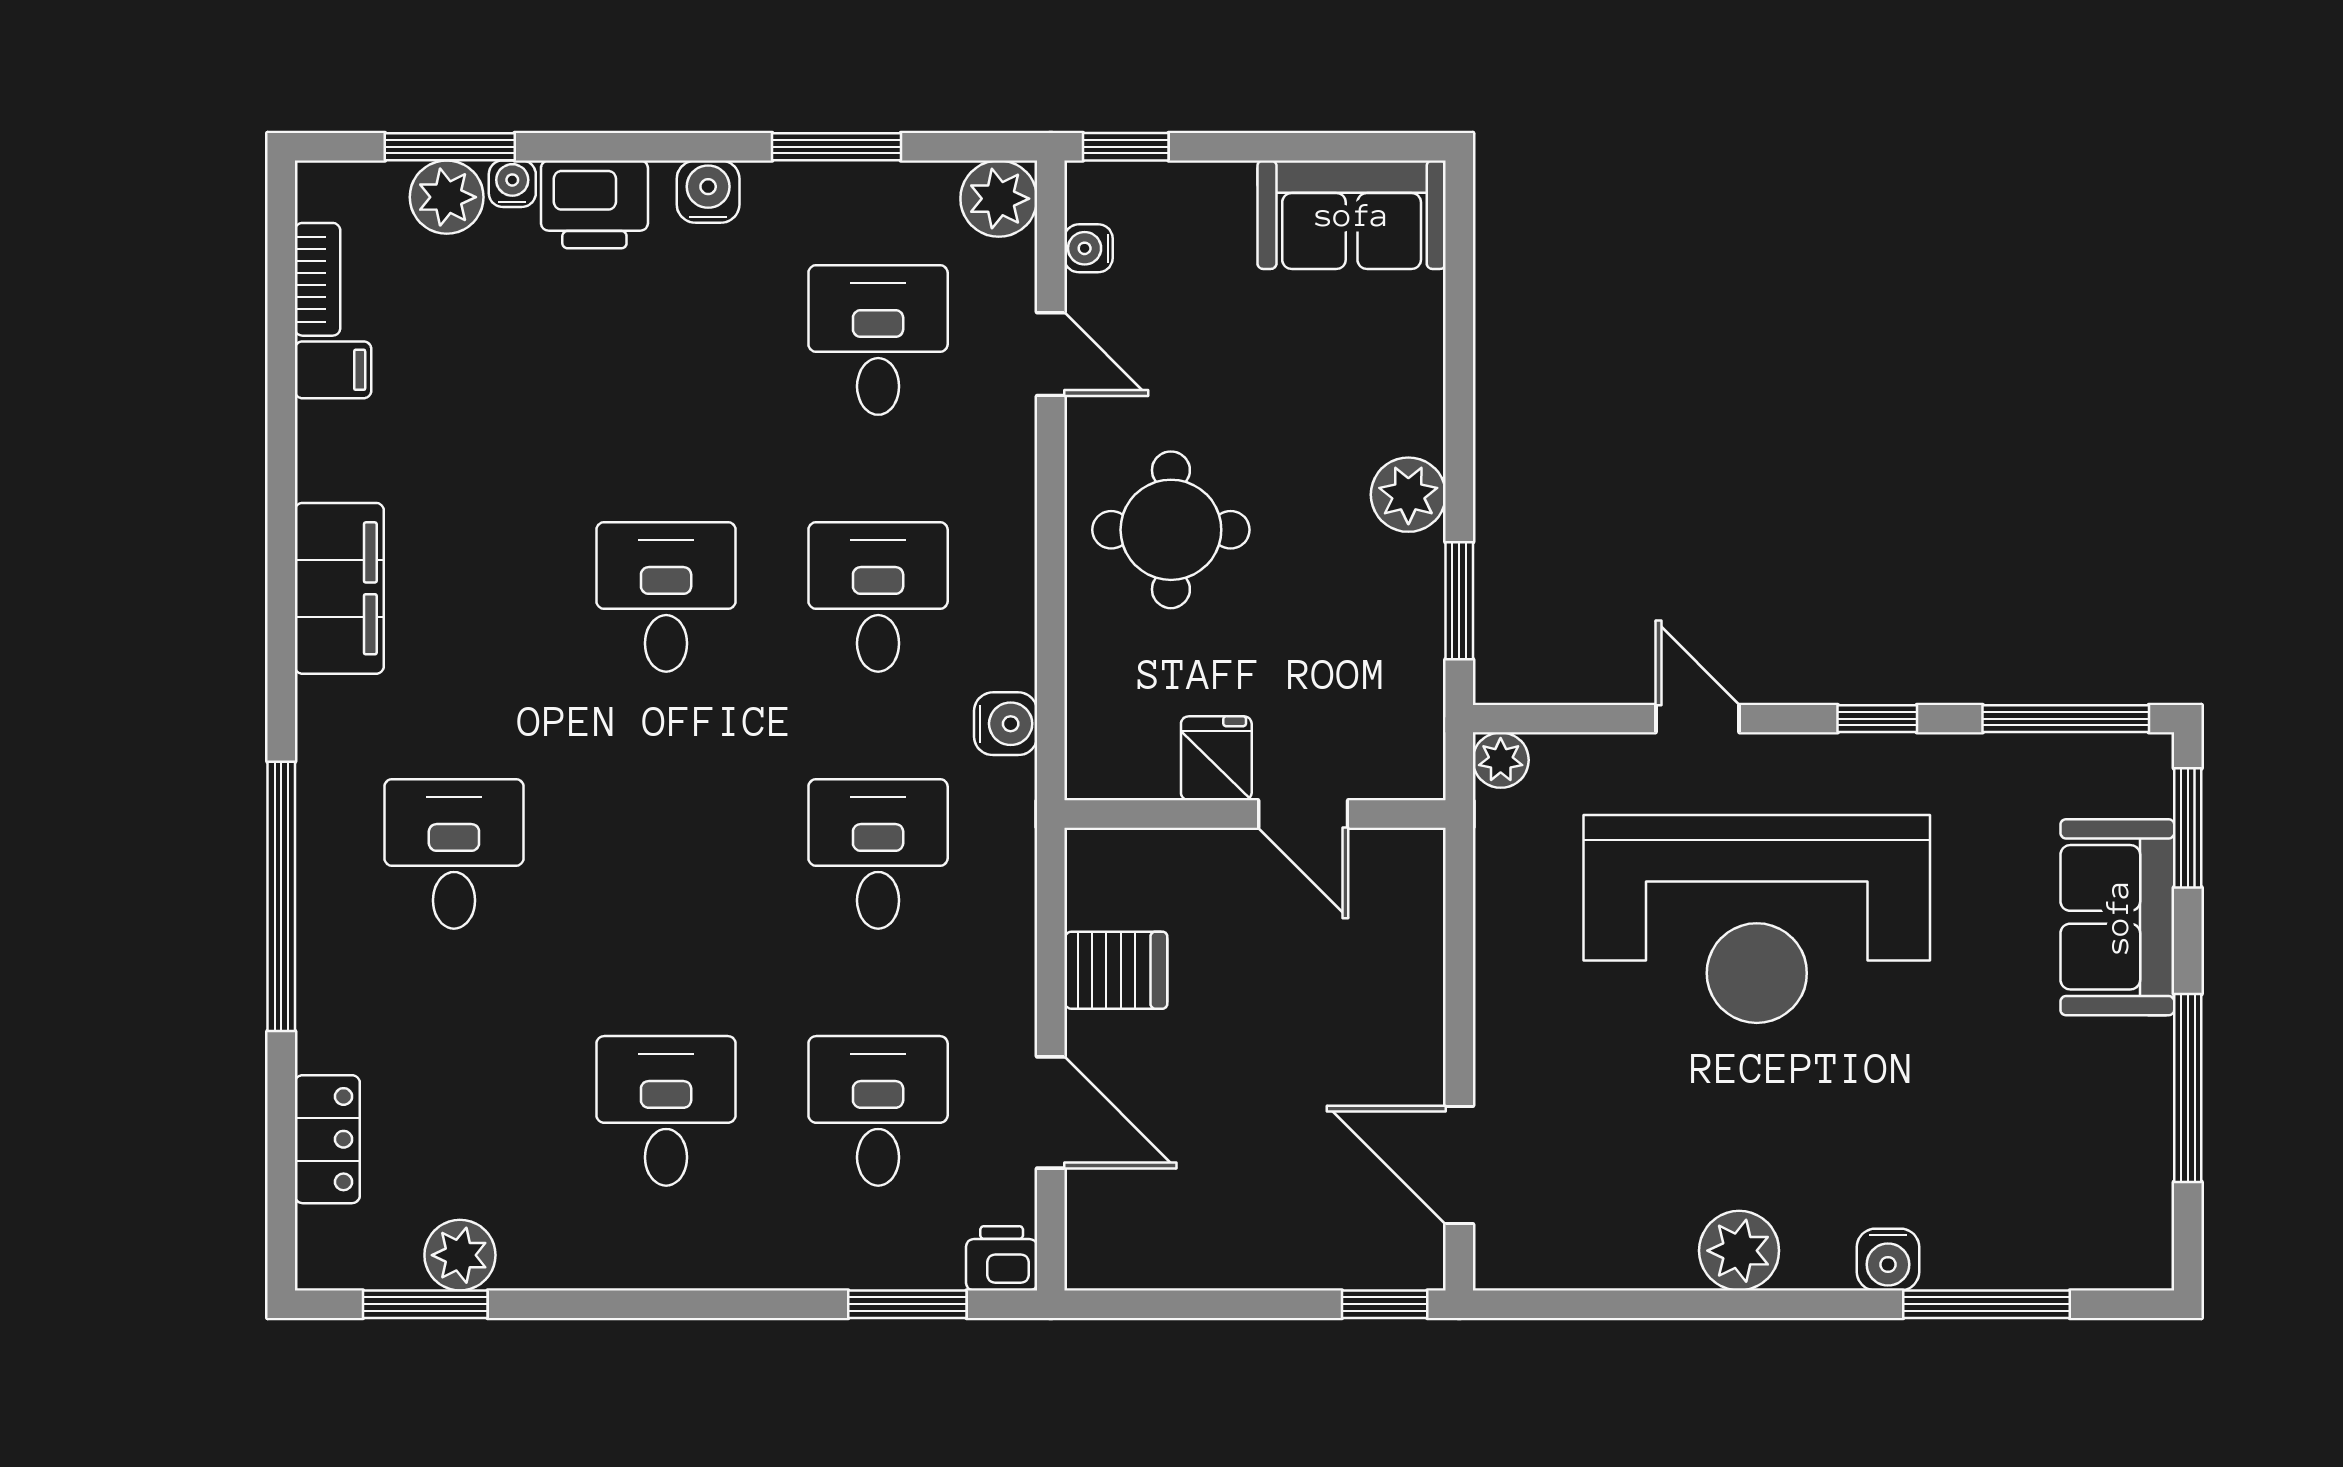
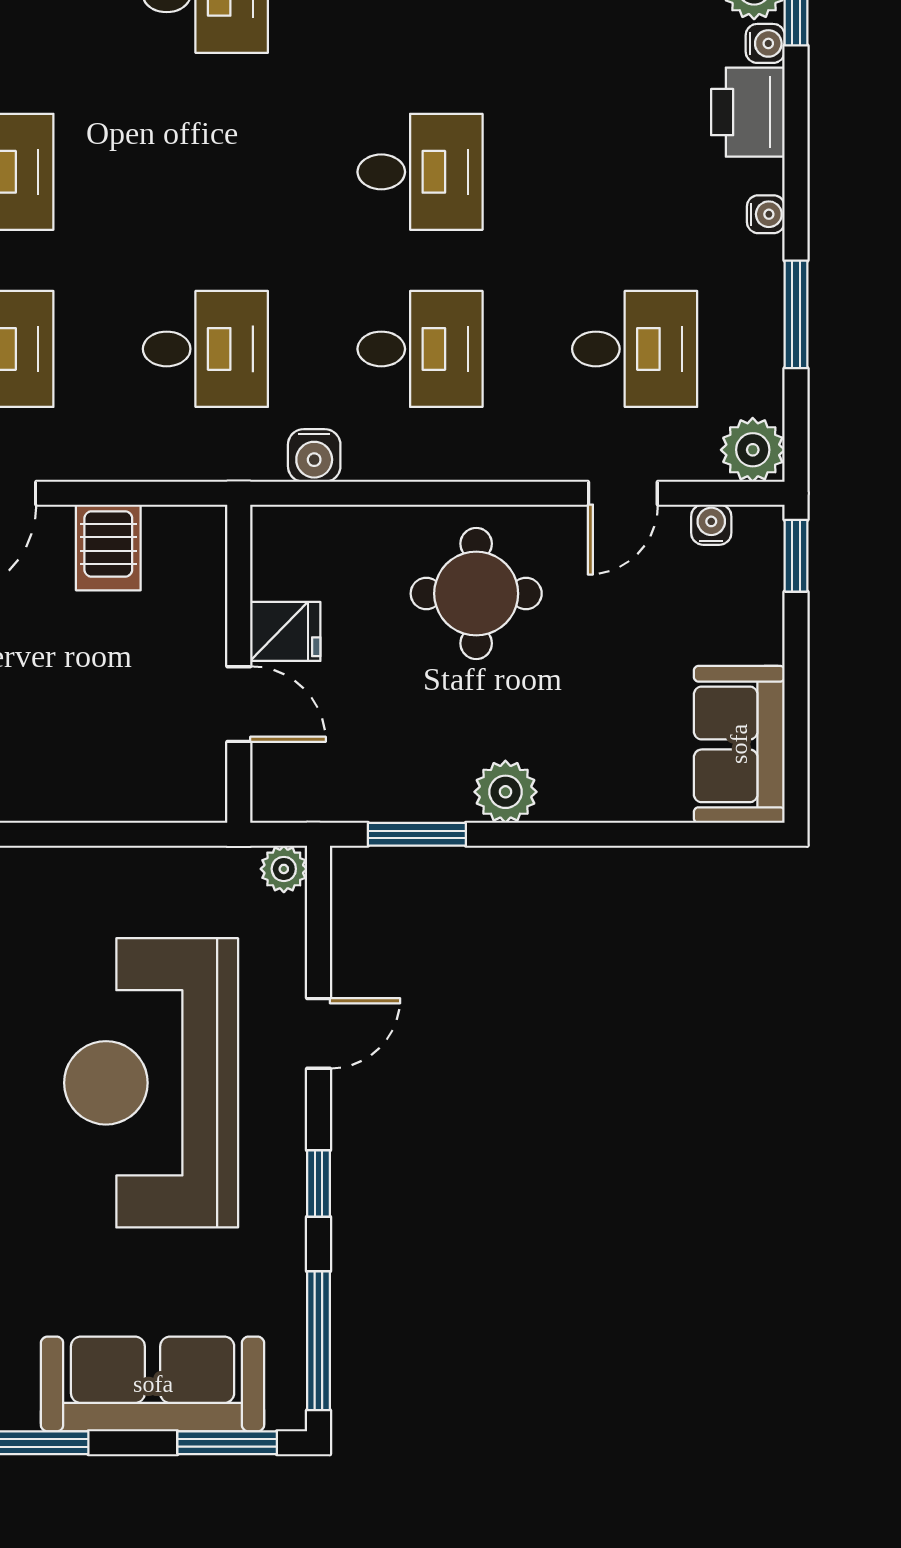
water cooler: (708, 192) -> (766, 214), width x0.72, depth x0.72
door: (1303, 814) -> (239, 704), swing flipped
sofa: (2117, 917) -> (153, 1384), width x1.36

